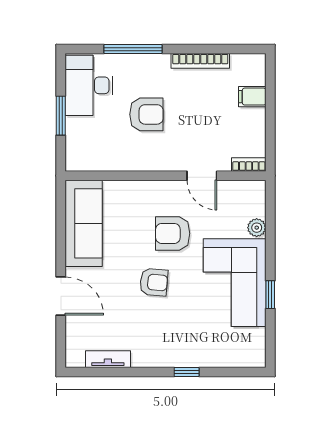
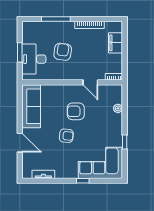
desk: (89, 85) -> (34, 59), moved
filing cabinet: (252, 97) -> (116, 43), width x2.00
armchair: (146, 114) -> (63, 52), turned -82
corner sofa: (235, 283) -> (100, 163), moved, turned 90

